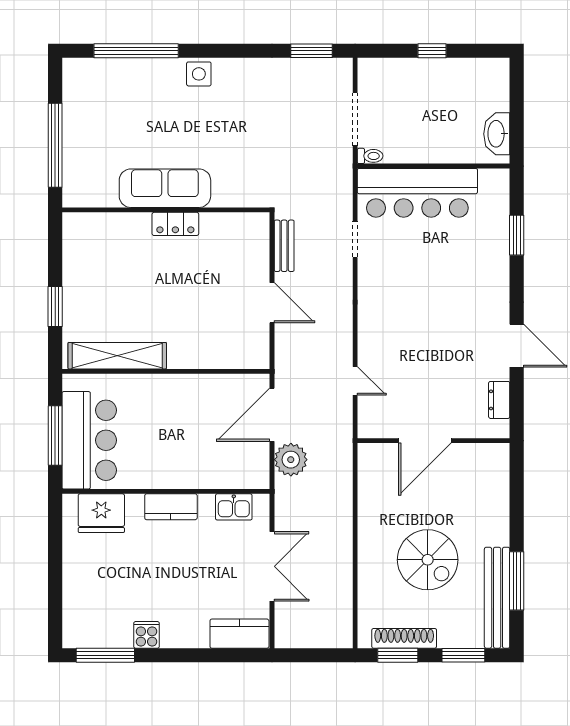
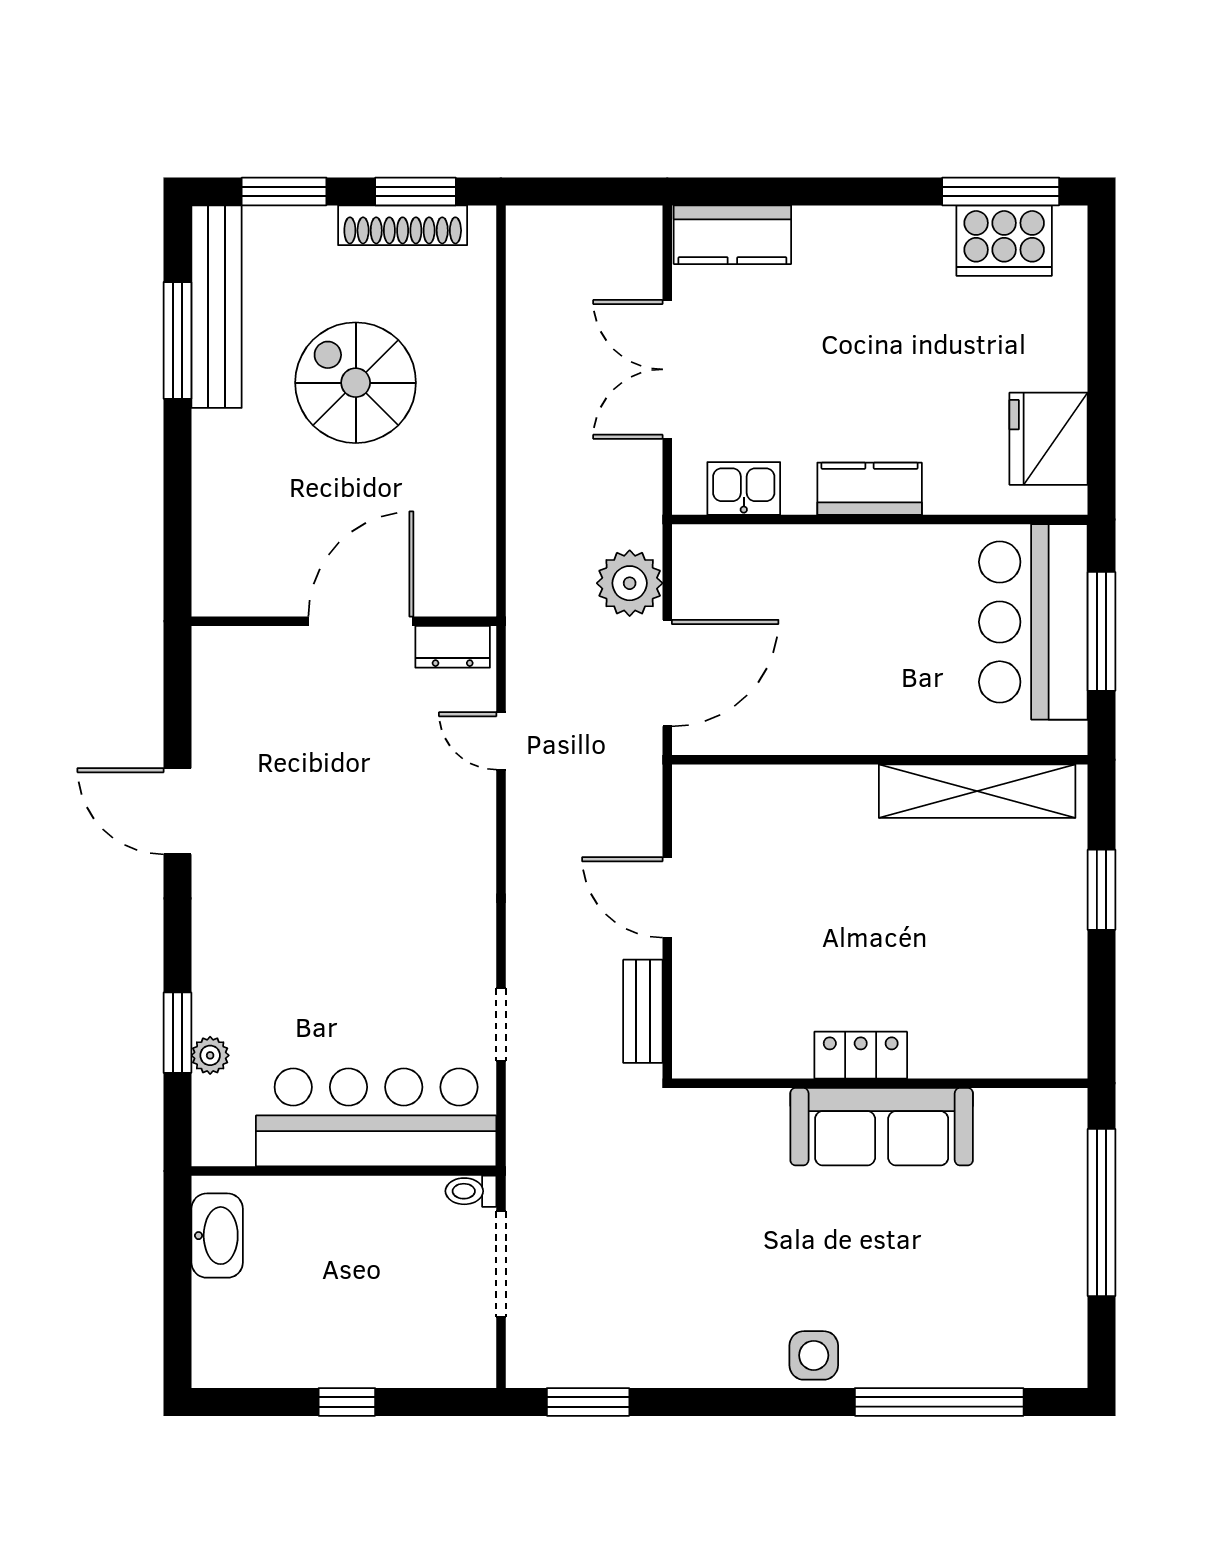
plant: (500, 224) -> (210, 1055), added
dresser: (499, 400) -> (453, 647), moved, turned 90
fridge: (101, 513) -> (1049, 439), moved, turned -90
cooker: (147, 635) -> (1004, 241), moved, width x1.87, depth x1.31

